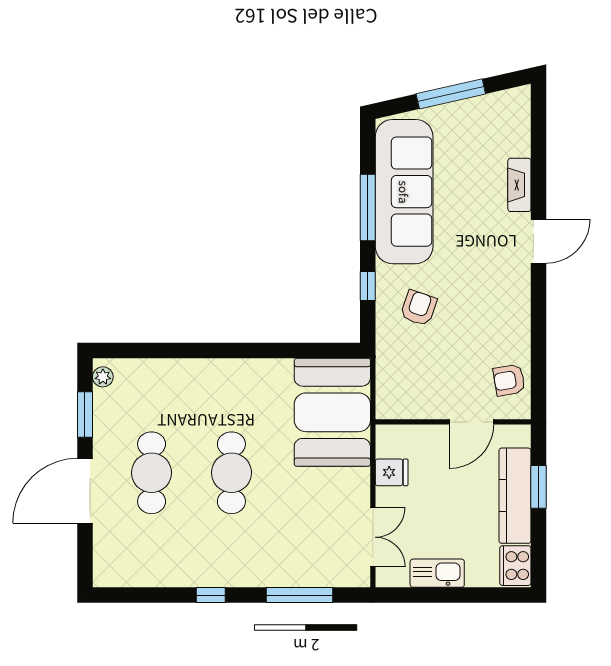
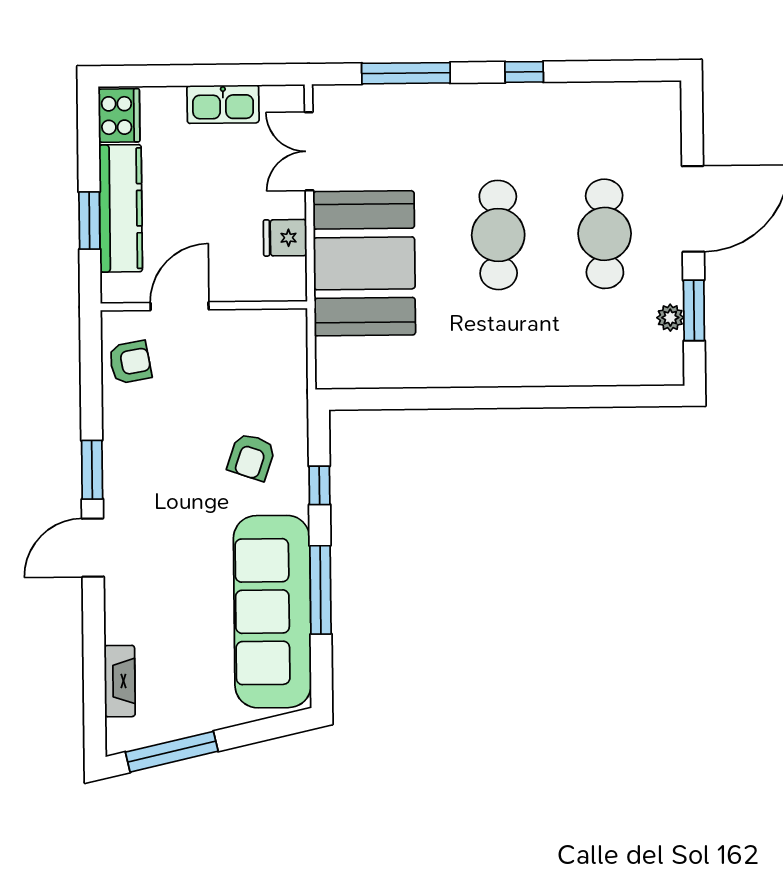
window: (451, 94) -> (172, 752), moved
fireplace: (519, 185) -> (120, 681), moved
window: (538, 300) -> (92, 470), added
plant: (103, 377) -> (670, 318), moved
booth: (332, 412) -> (364, 263), moved

